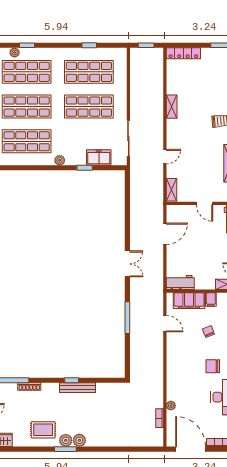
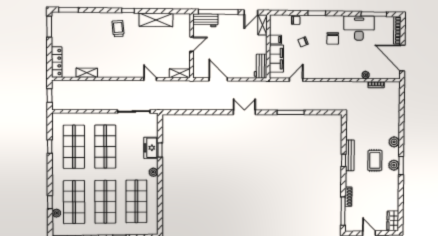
shelving: (172, 107) -> (87, 73), moved
freezer: (99, 157) -> (151, 148), moved
rug: (43, 430) -> (375, 160), moved
plant: (79, 440) -> (394, 142), moved
door: (191, 449) -> (402, 58), hinge flipped

